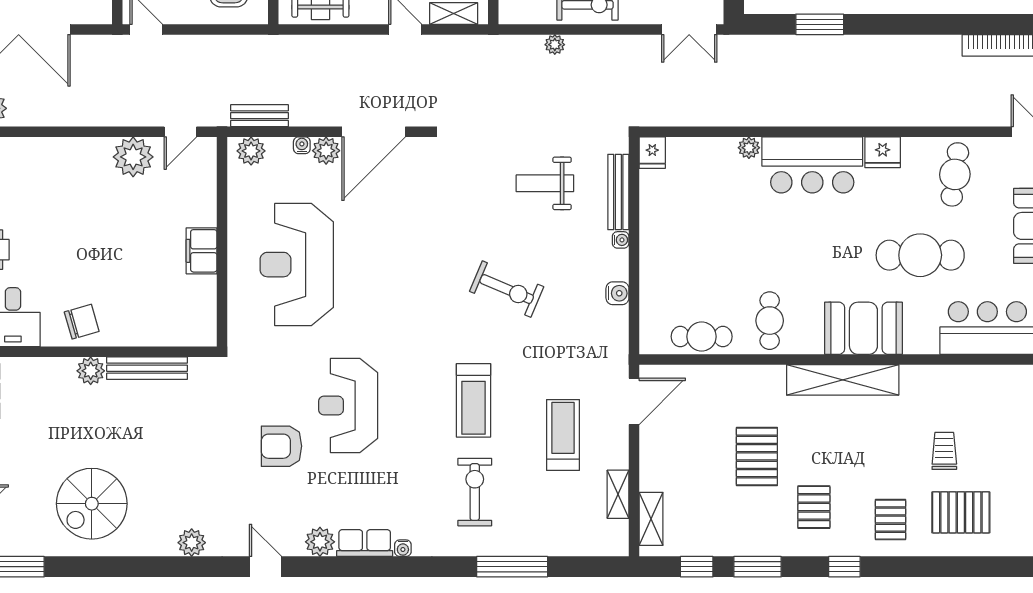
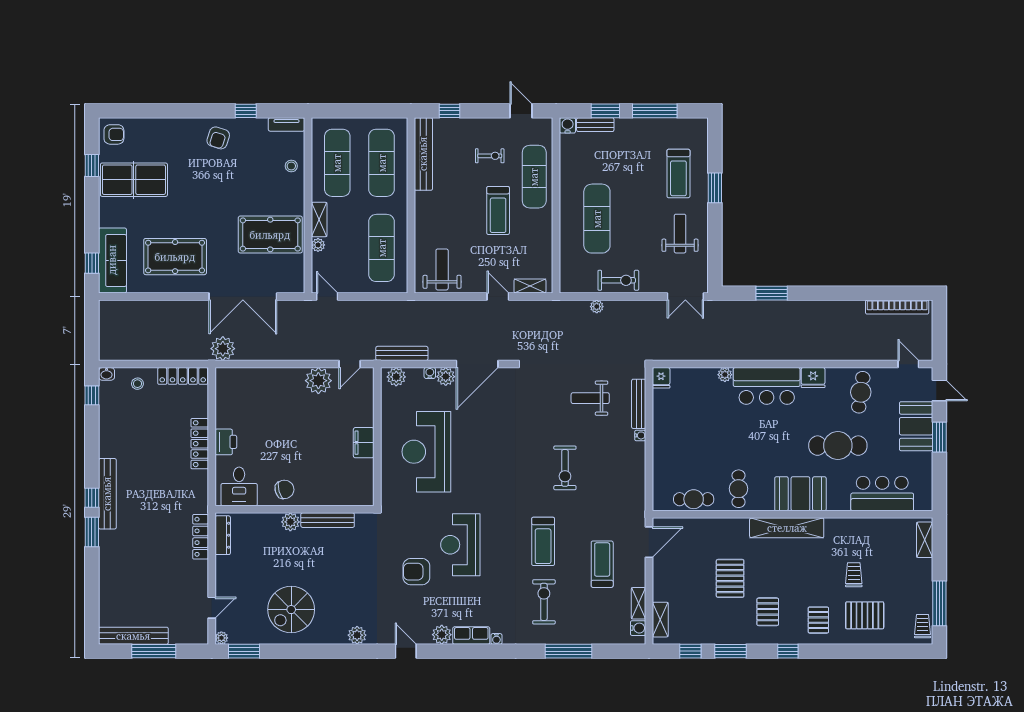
bench: (260, 116) -> (402, 353), width x1.36
exercise bike: (507, 289) -> (565, 468), turned 67
water cooler: (617, 293) -> (638, 628), moved

